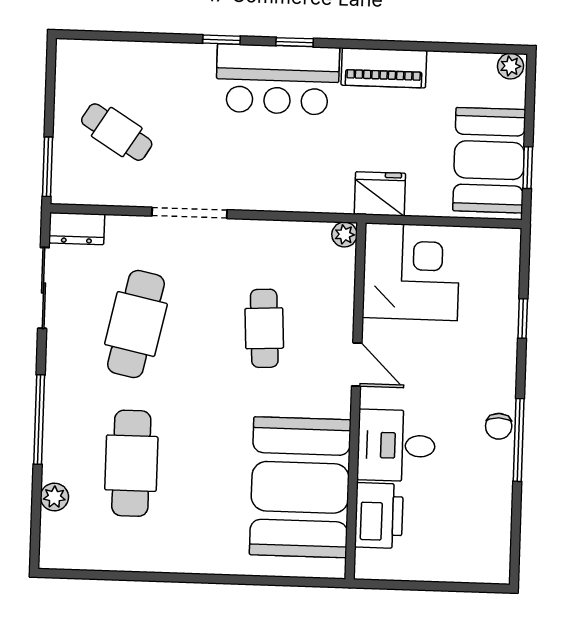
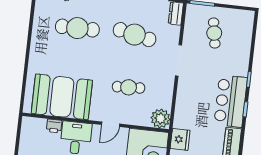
cafe table: (117, 132) -> (214, 33), turned -42
plant: (345, 235) -> (160, 118), width x1.87, depth x1.87
printer: (379, 515) -> (54, 126), width x0.53, depth x0.68

